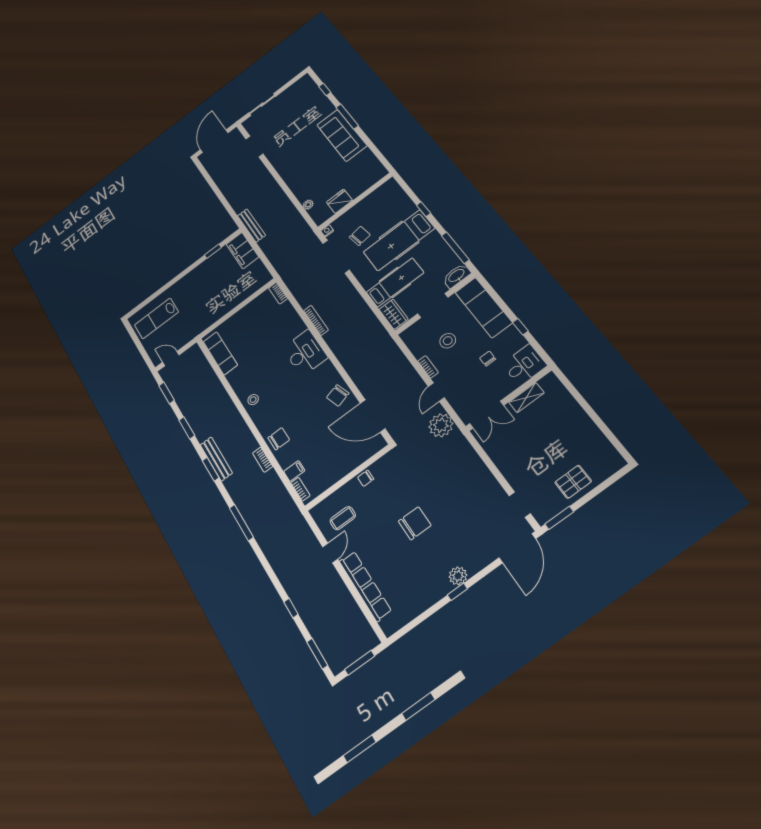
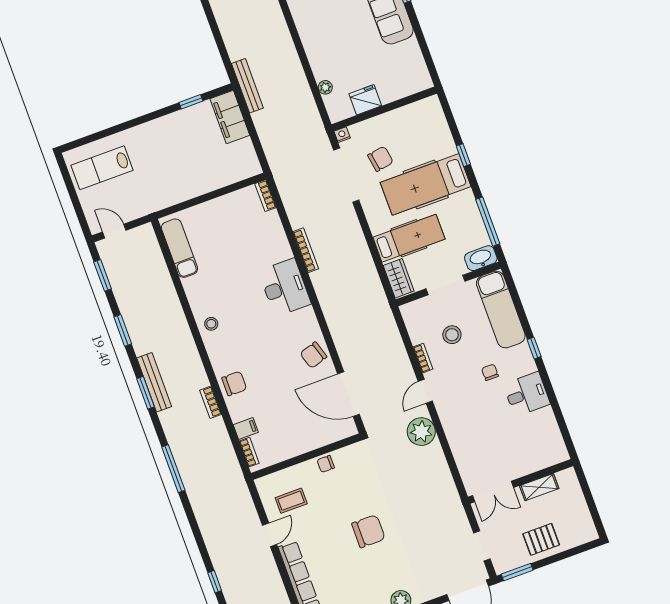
wall: (509, 398) -> (521, 481), moved
shelving: (526, 398) -> (539, 487), moved
double door: (487, 415) -> (493, 491), moved

